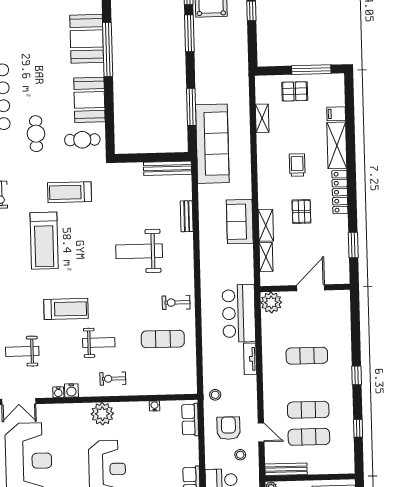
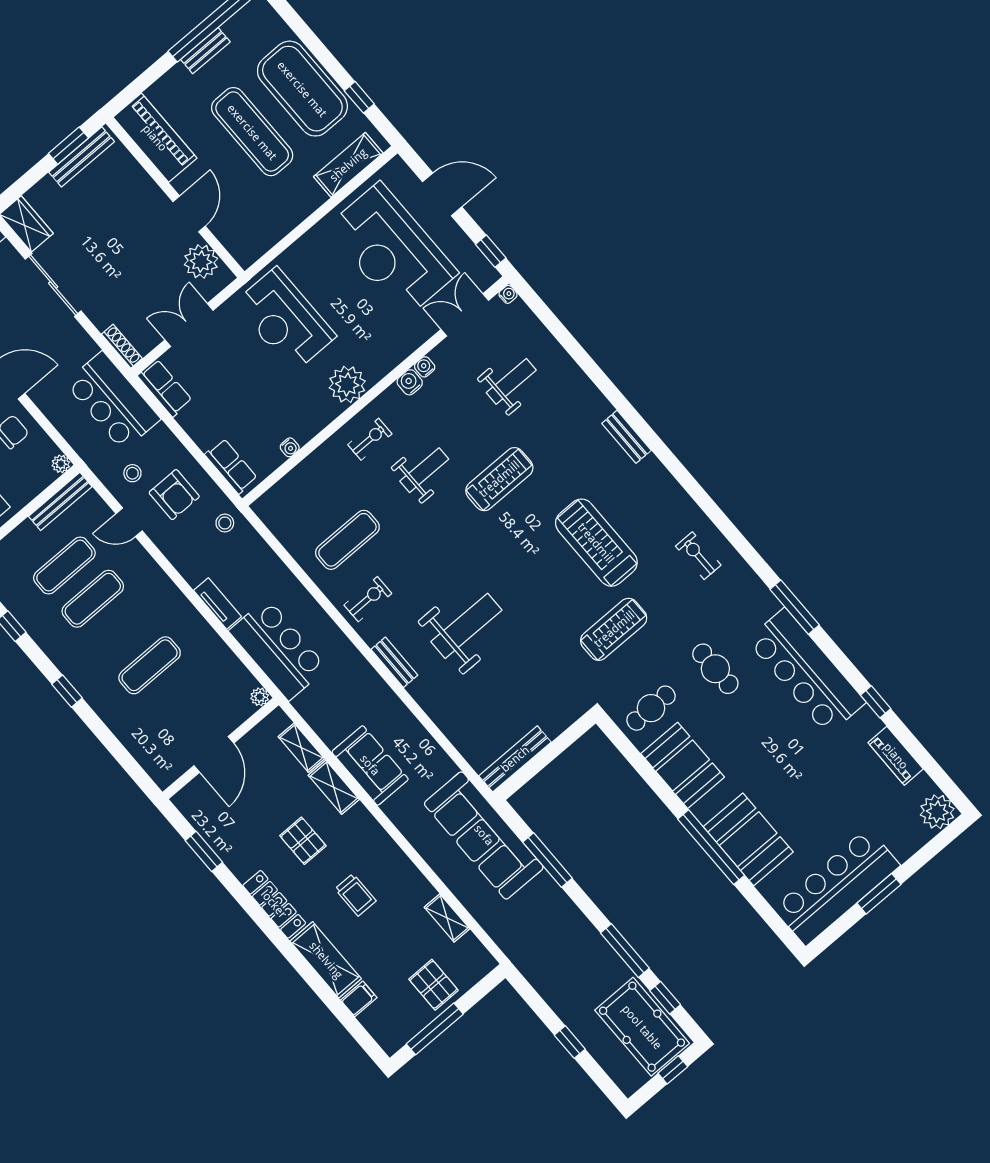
pallet: (295, 91) -> (434, 985), turned 90
bench: (187, 216) -> (394, 662), moved
plant: (271, 302) -> (260, 697), width x0.53, depth x0.53
treadmill: (66, 309) -> (499, 479), turned 180
weight bench: (99, 343) -> (424, 470), turned 180

